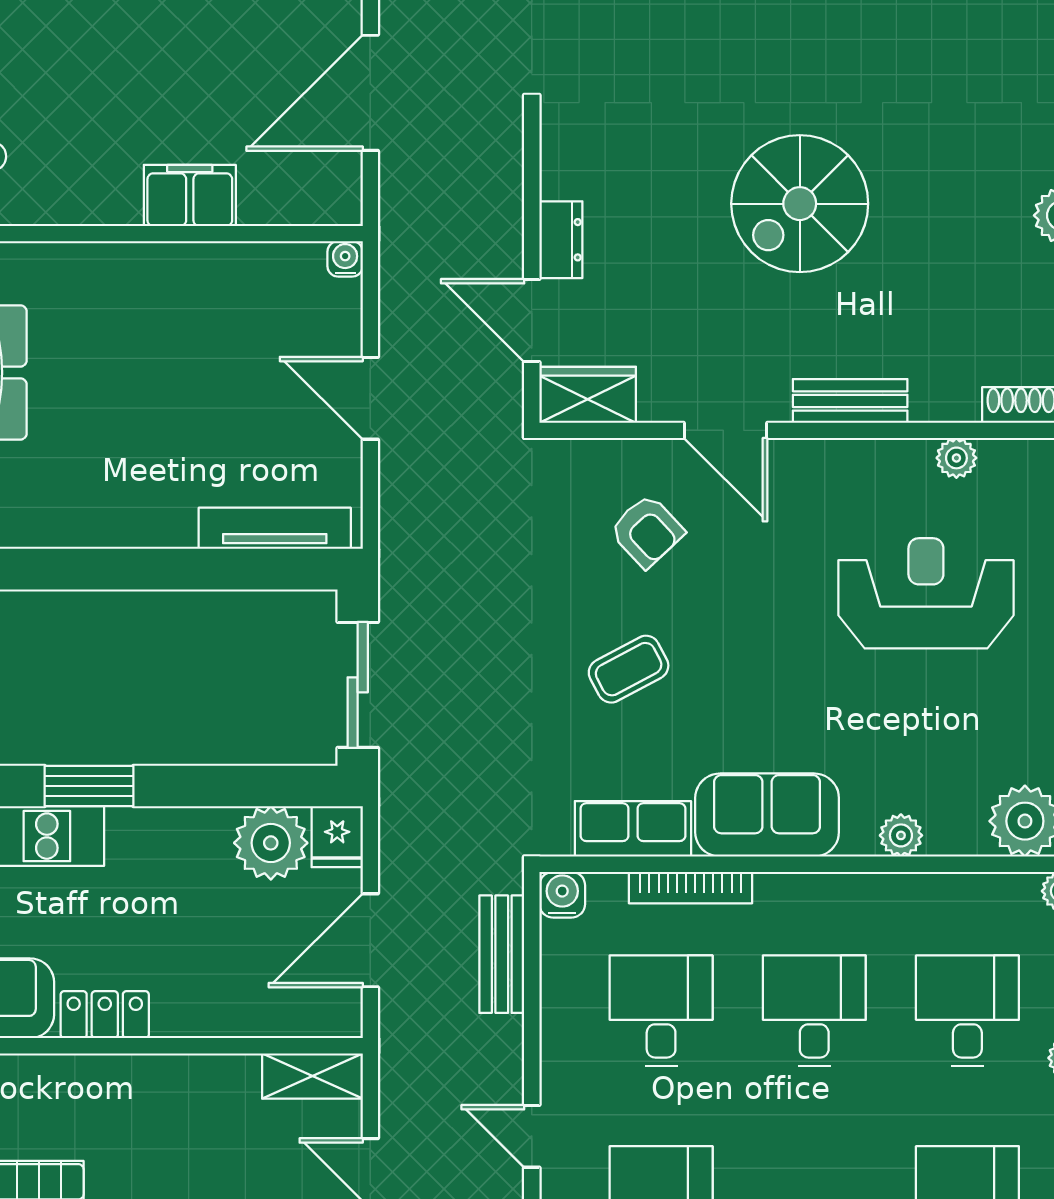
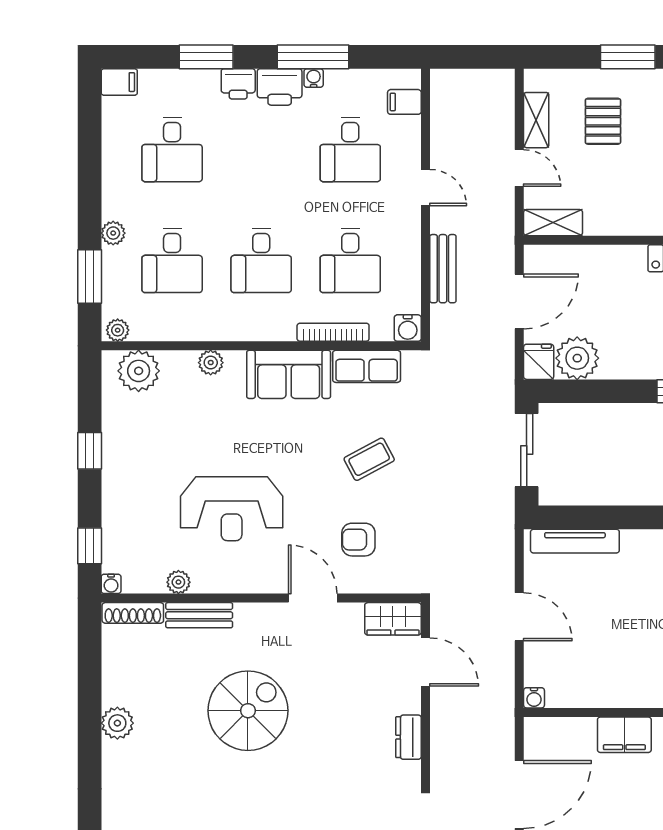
spiral stairs: (800, 204) -> (248, 711), moved
dresser: (561, 240) -> (409, 737), moved
bench: (850, 401) -> (199, 615), moved
armchair: (647, 531) -> (358, 540), turned -47
reception desk: (926, 593) -> (232, 509), moved
bench: (502, 954) -> (443, 269), moved

